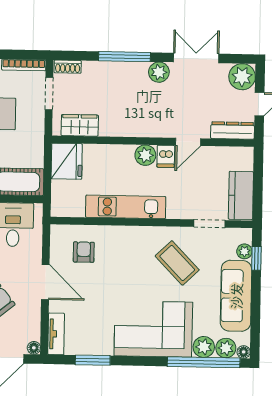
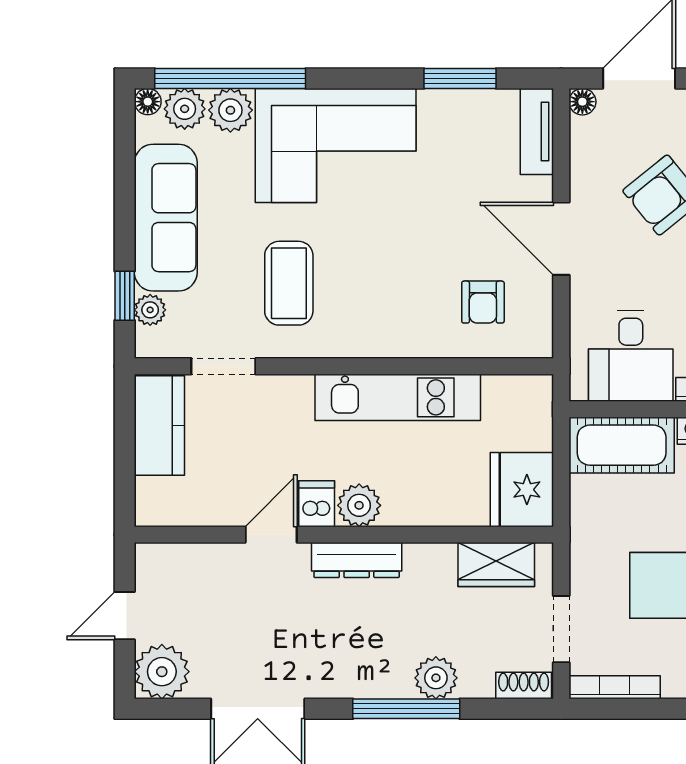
plant: (159, 72) -> (436, 678), moved
dresser: (233, 130) -> (357, 560), moved
coffee table: (177, 263) -> (289, 283), turned 44

